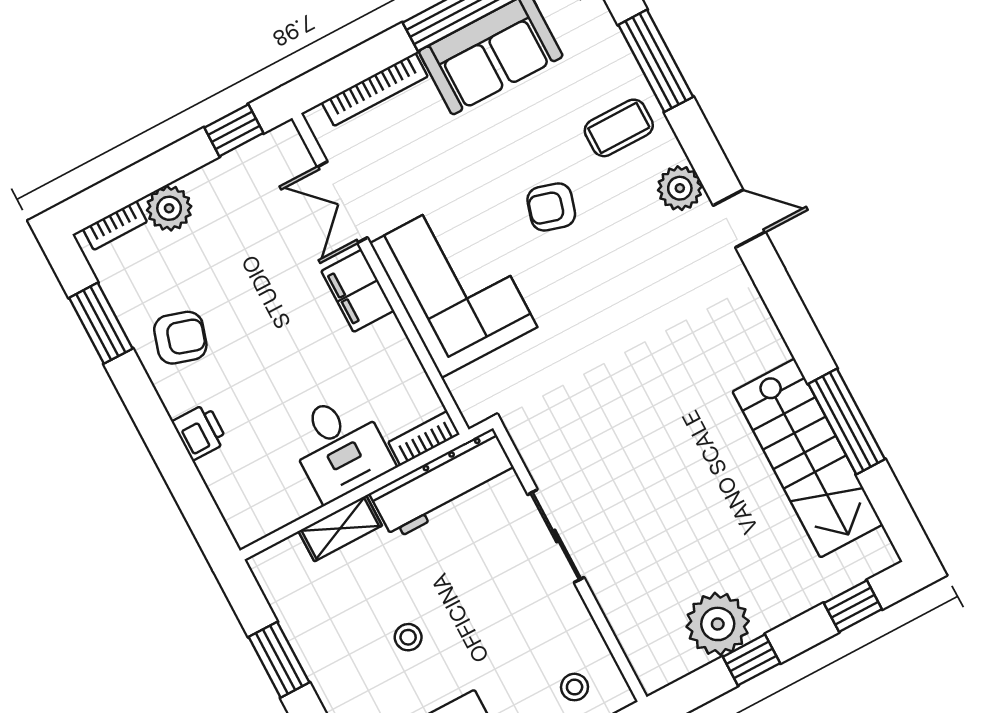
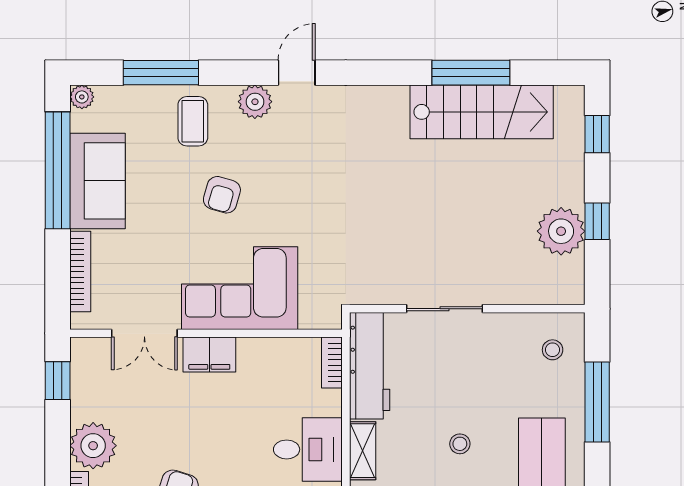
plant: (169, 208) -> (93, 446), width x1.36, depth x1.36
desk: (340, 447) -> (308, 449), moved

